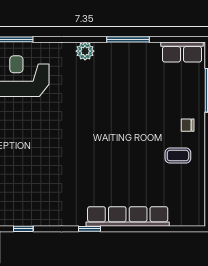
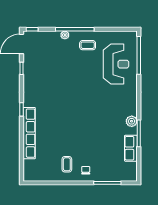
plant: (85, 51) -> (132, 121), moved
row of seats: (182, 52) -> (131, 148), moved

